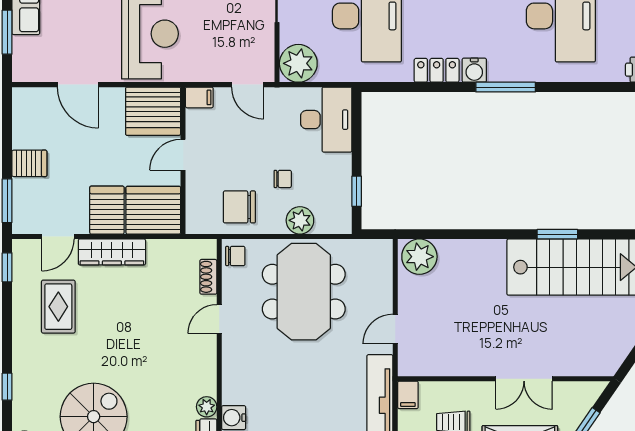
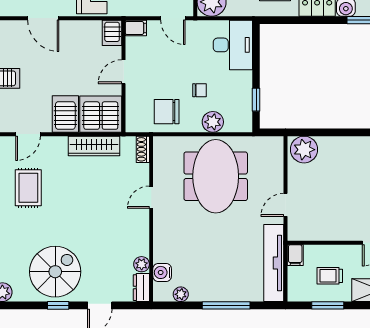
server rack: (153, 111) -> (112, 33), width x0.46, depth x0.70
wardrobe: (112, 252) -> (94, 146), moved
chair: (235, 256) -> (163, 149), removed
shoe rack: (208, 277) -> (143, 149), moved

